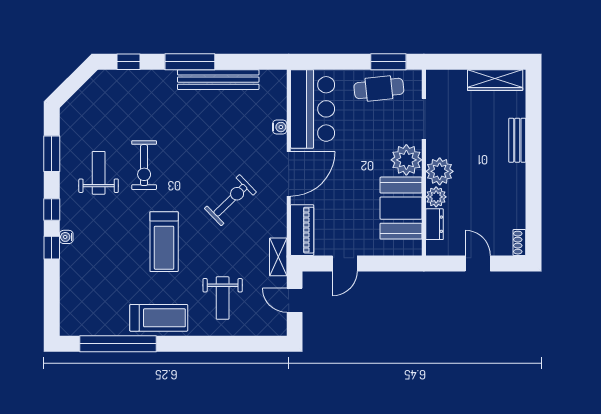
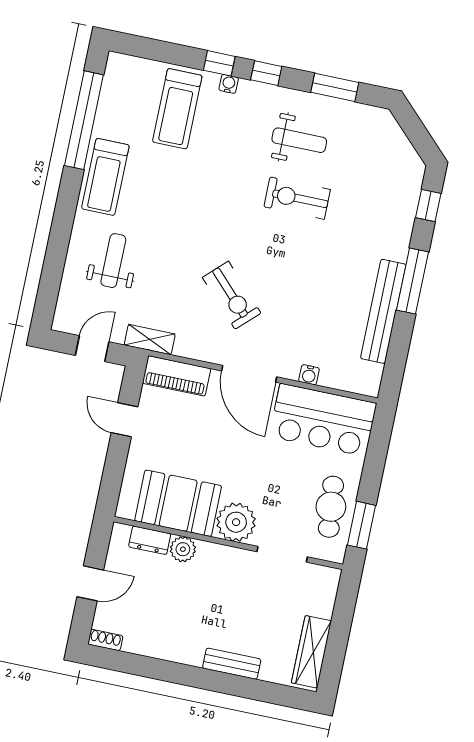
plant: (440, 171) -> (213, 560), removed
treadmill: (164, 242) -> (177, 109), moved, turned -90
weight bench: (223, 298) -> (113, 261), turned 90

